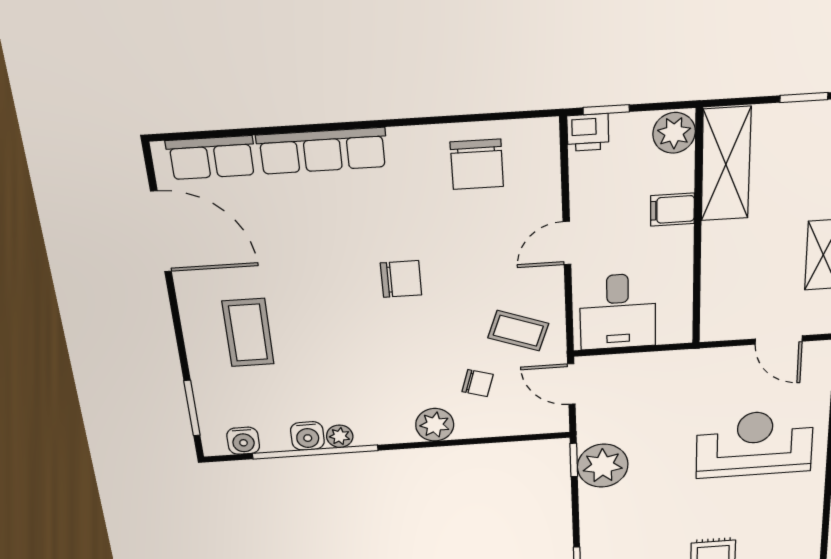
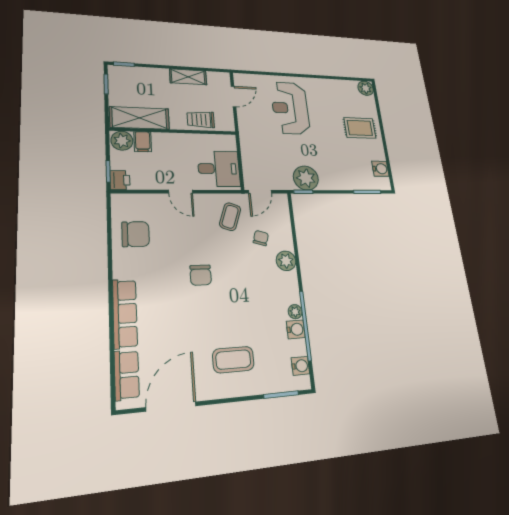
filing cabinet: (672, 210) -> (143, 142), moved
chair: (401, 279) -> (201, 275), turned 180
trolley: (725, 279) -> (201, 120), added

